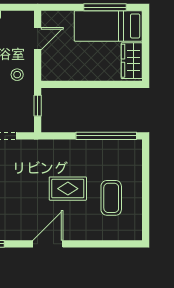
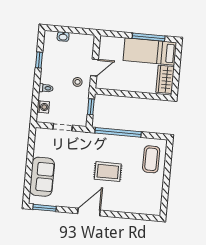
door: (38, 39) -> (94, 67), moved
window: (106, 136) -> (118, 132), moved
coffee table: (111, 198) -> (151, 159), moved

